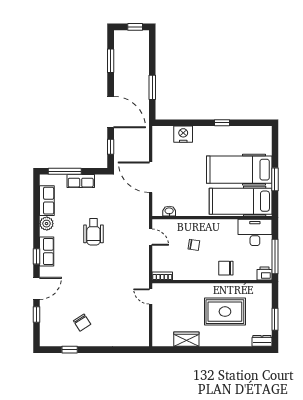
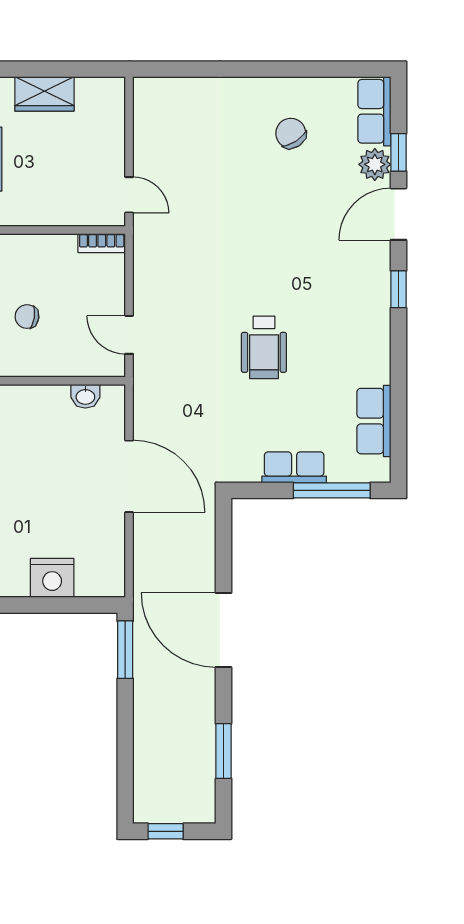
window: (152, 87) -> (125, 650), moved
window: (111, 147) -> (223, 548), removed
plant: (47, 224) -> (375, 164), moved
wheelchair: (93, 232) -> (264, 347), turned 180
row of seats: (47, 251) -> (374, 111), moved
window: (70, 350) -> (320, 69), removed

